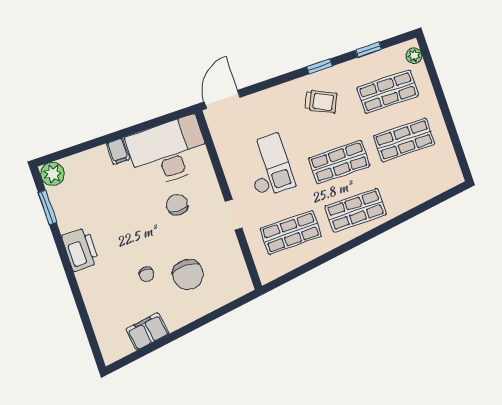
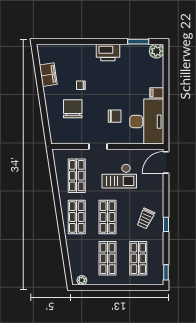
window: (368, 50) -> (166, 272), moved
plant: (414, 56) -> (82, 280), moved
door: (222, 99) -> (166, 162), swing flipped
chair: (188, 275) -> (73, 109), turned 90

